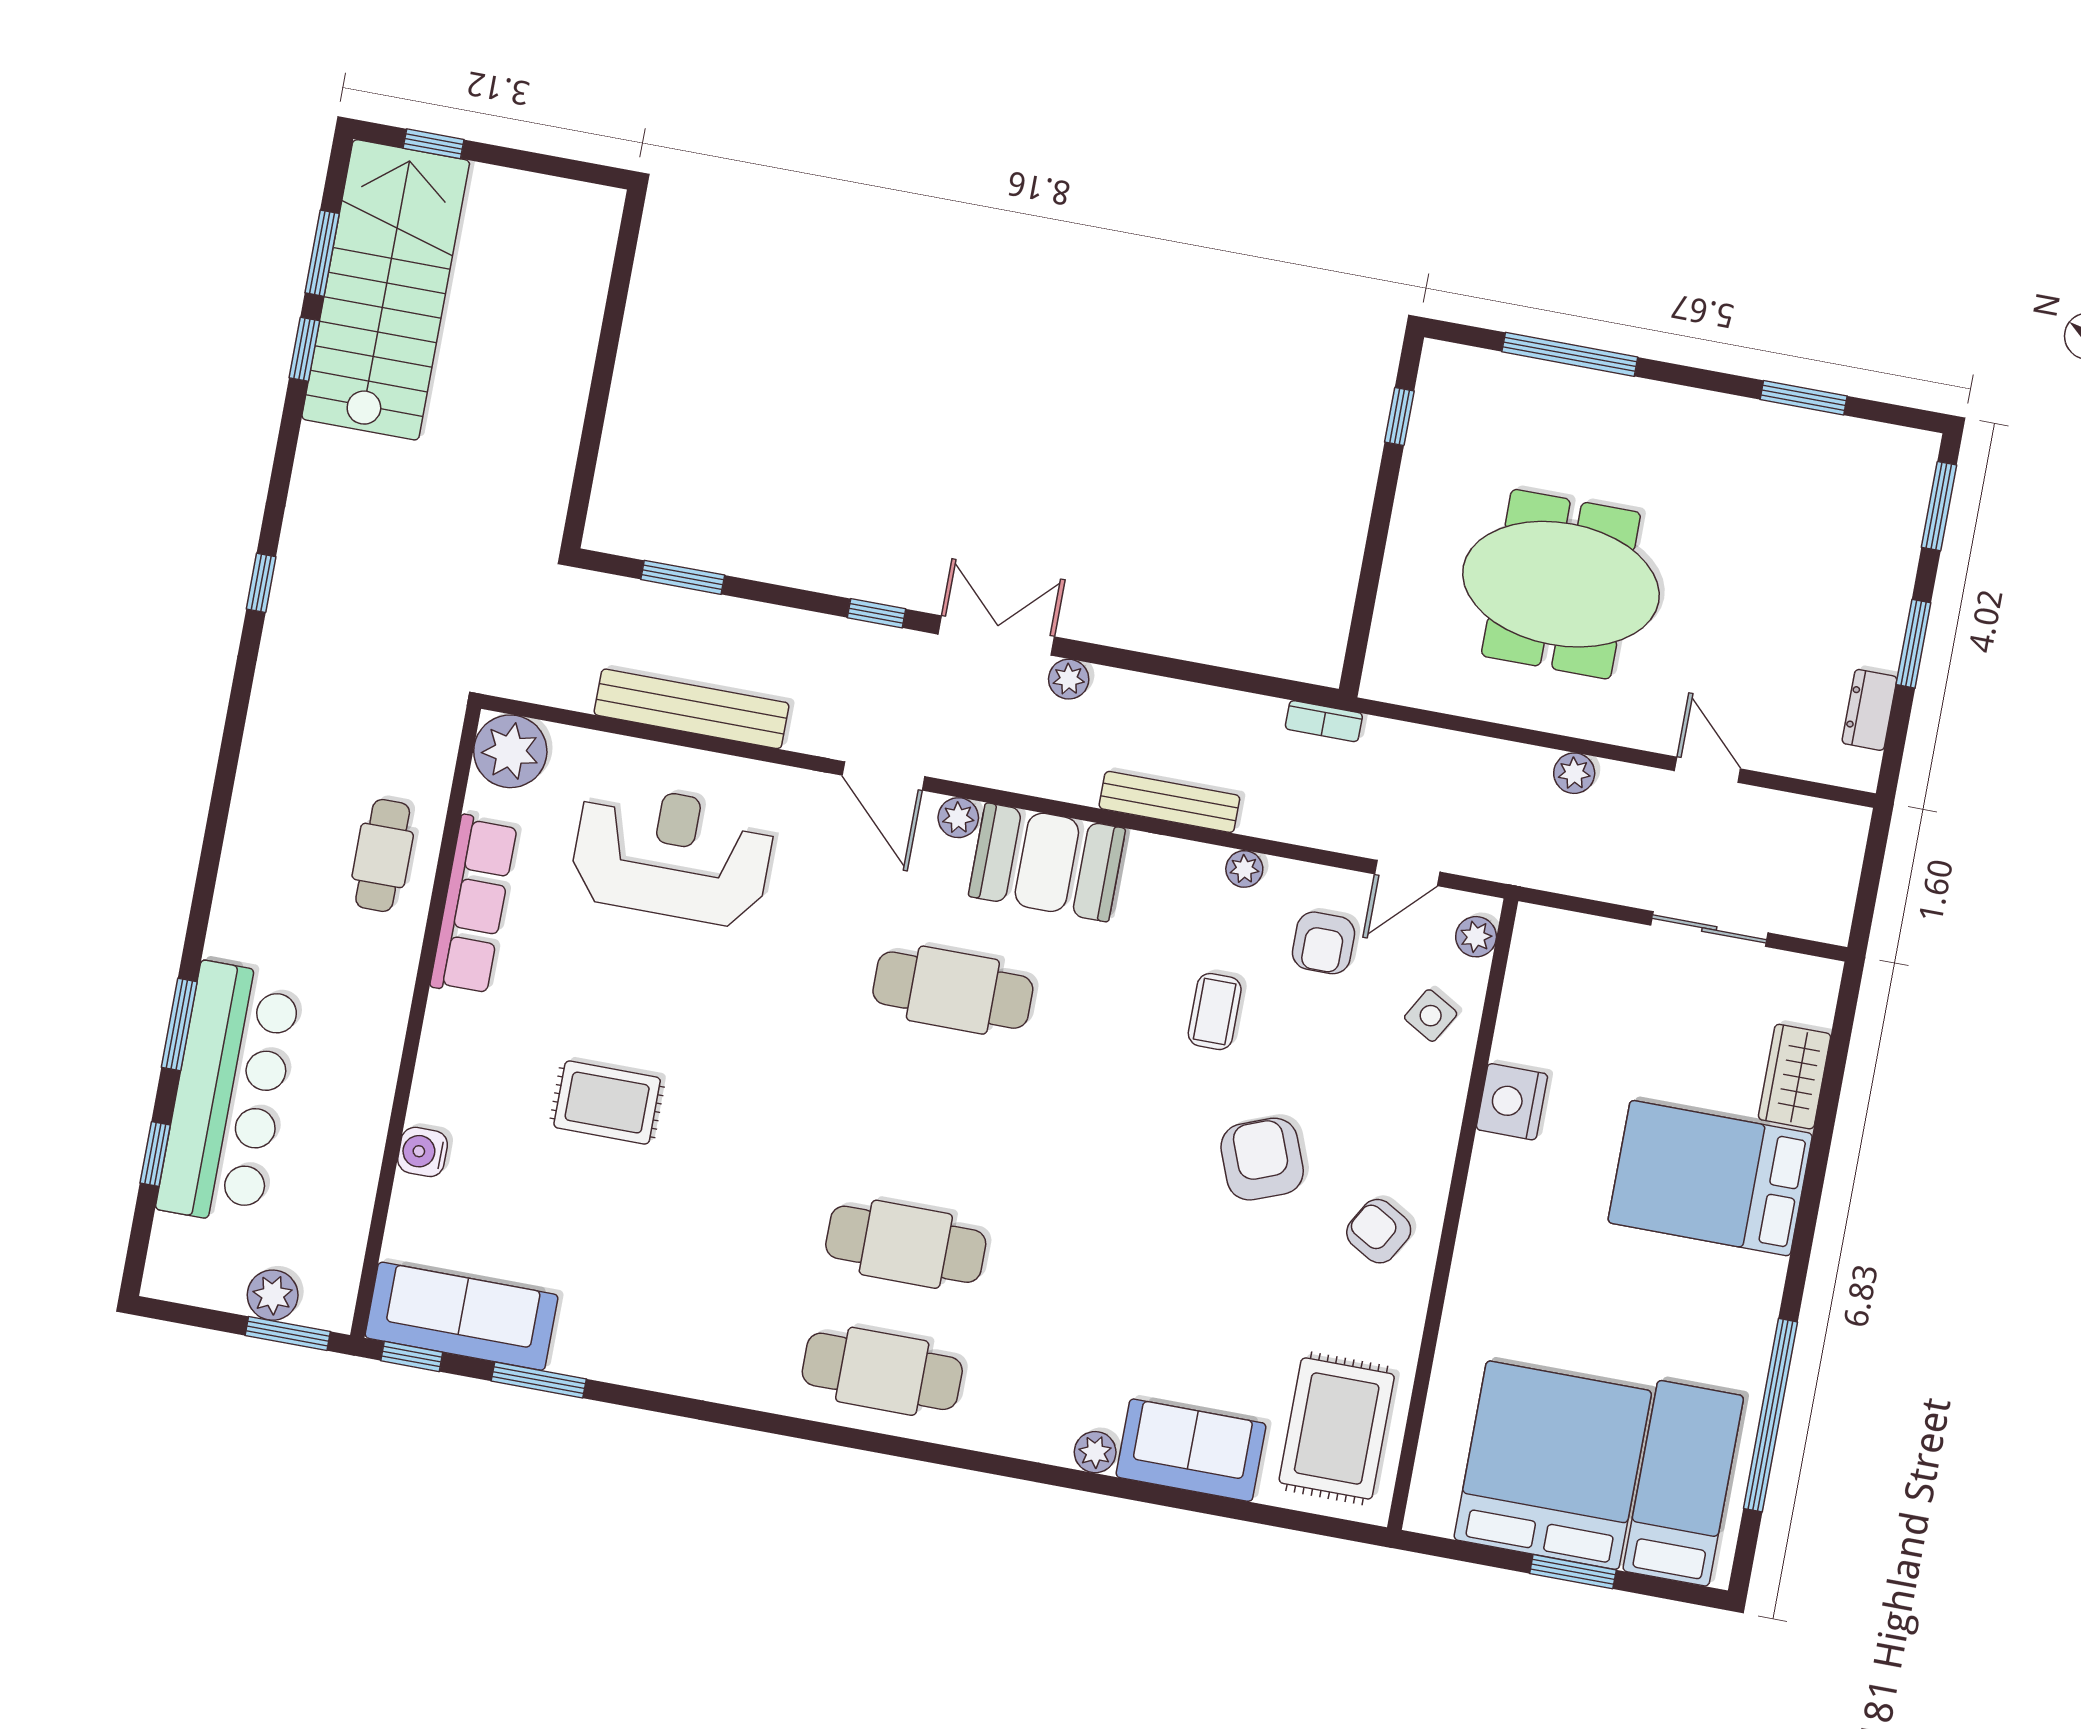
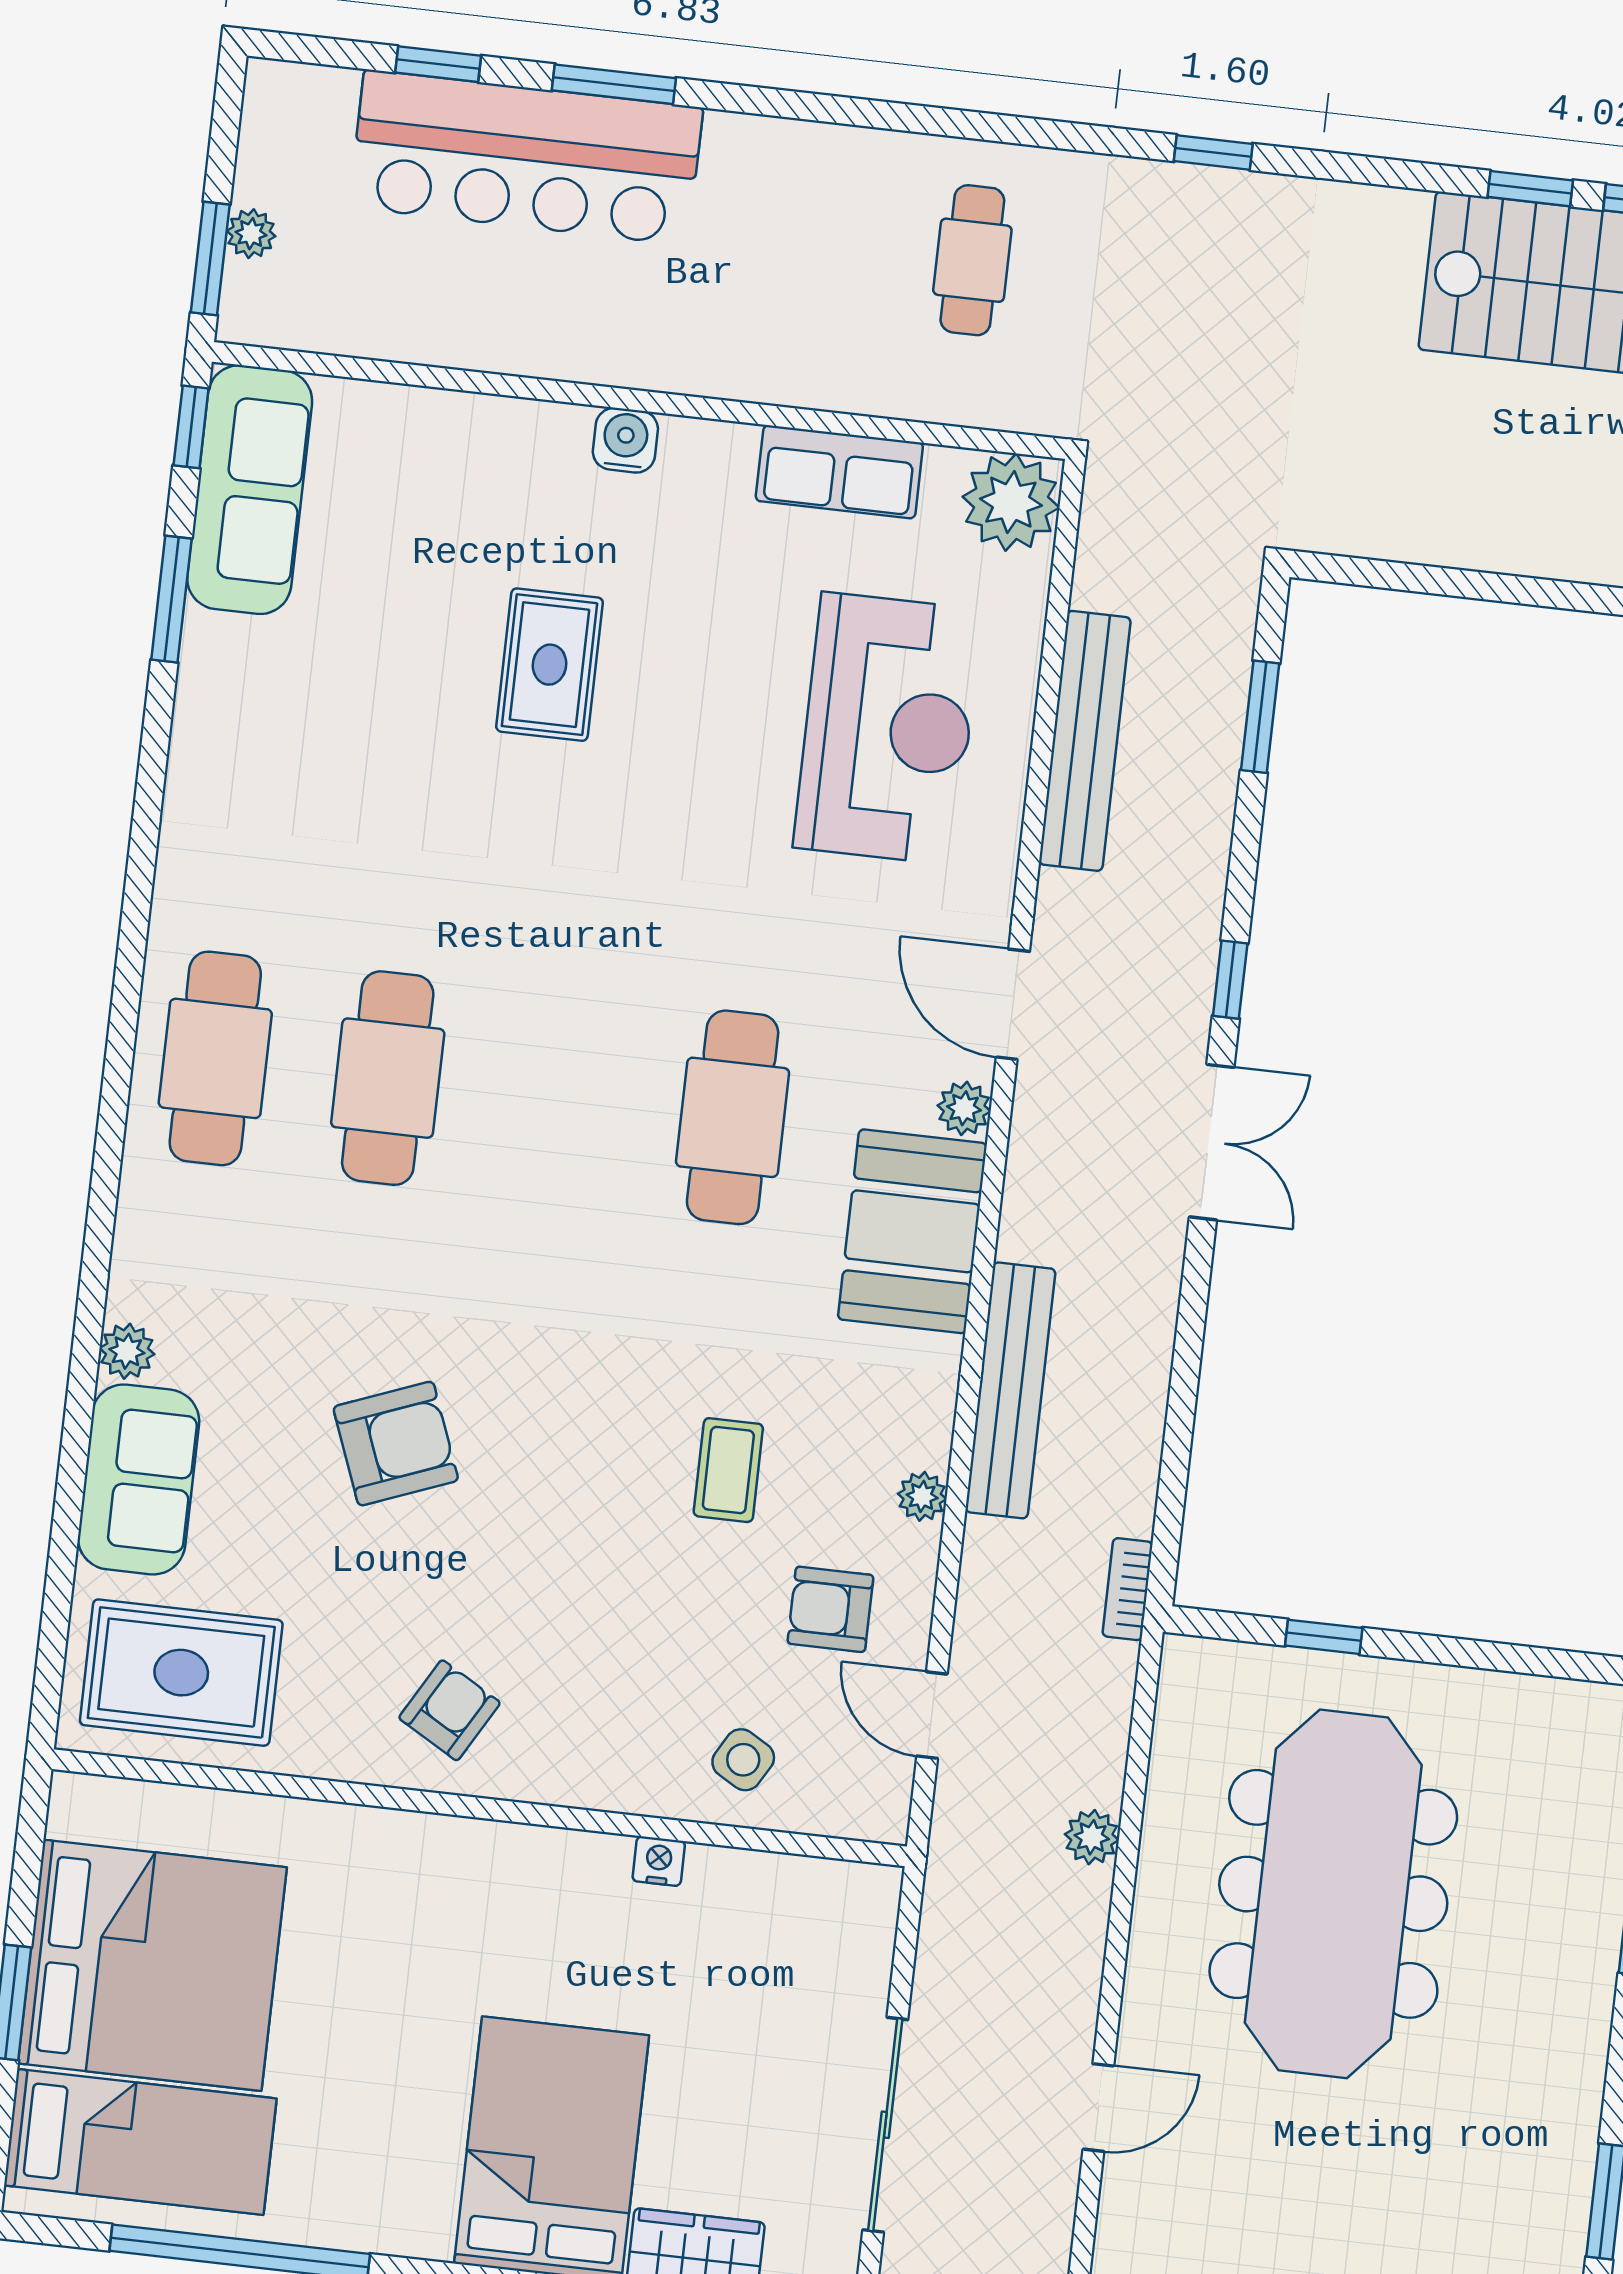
window: (1399, 416) -> (1324, 1637), moved
meeting table: (1561, 584) -> (1333, 1894), width x1.36
plant: (1069, 679) -> (1160, 1243), removed
plant: (1574, 773) -> (1092, 1837), moved
door: (883, 776) -> (1013, 1004), hinge flipped
bench: (1169, 802) -> (1010, 1390), width x1.37, depth x1.21
cafe table: (383, 855) -> (972, 260), moved, turned 90
row of seats: (474, 905) -> (839, 472), width x0.68
sliding door: (1709, 929) -> (885, 2125), width x1.37
plant: (1476, 937) -> (853, 1813), removed
coffee table: (1215, 1012) -> (728, 1470), turned 90
nightstand: (1512, 1102) -> (659, 1861), width x0.53, depth x0.56
water cooler: (423, 1152) -> (625, 440), moved
armchair: (1262, 1159) -> (396, 1444), moved
plant: (273, 1295) -> (251, 234), width x0.73, depth x0.73

